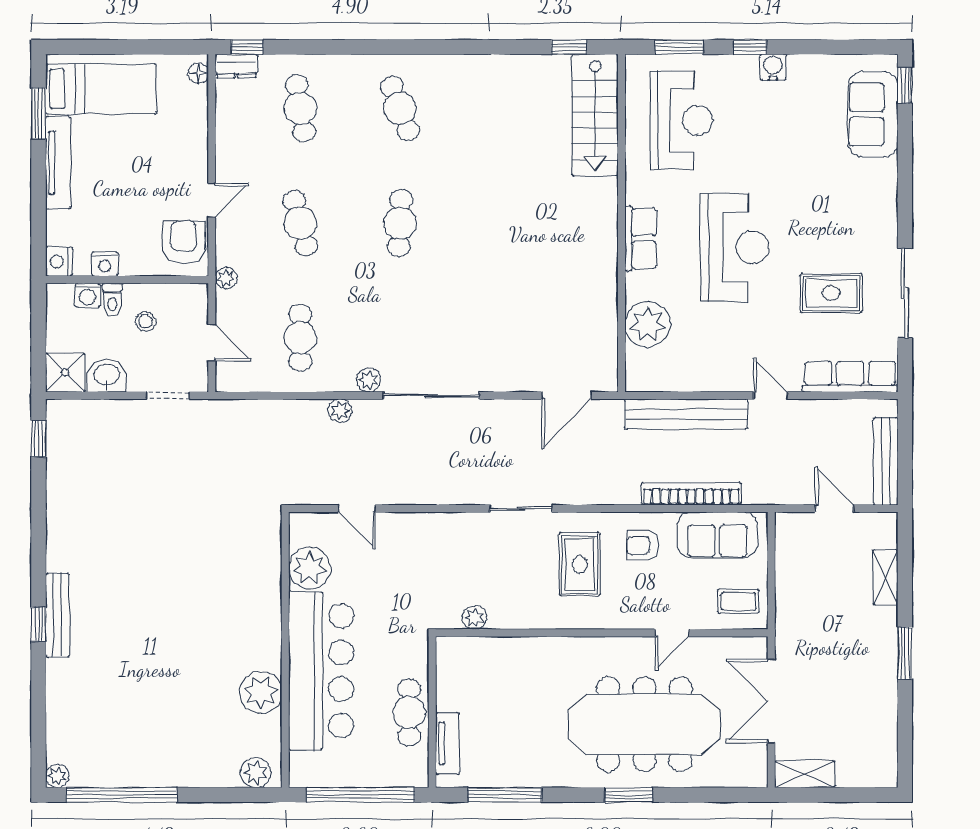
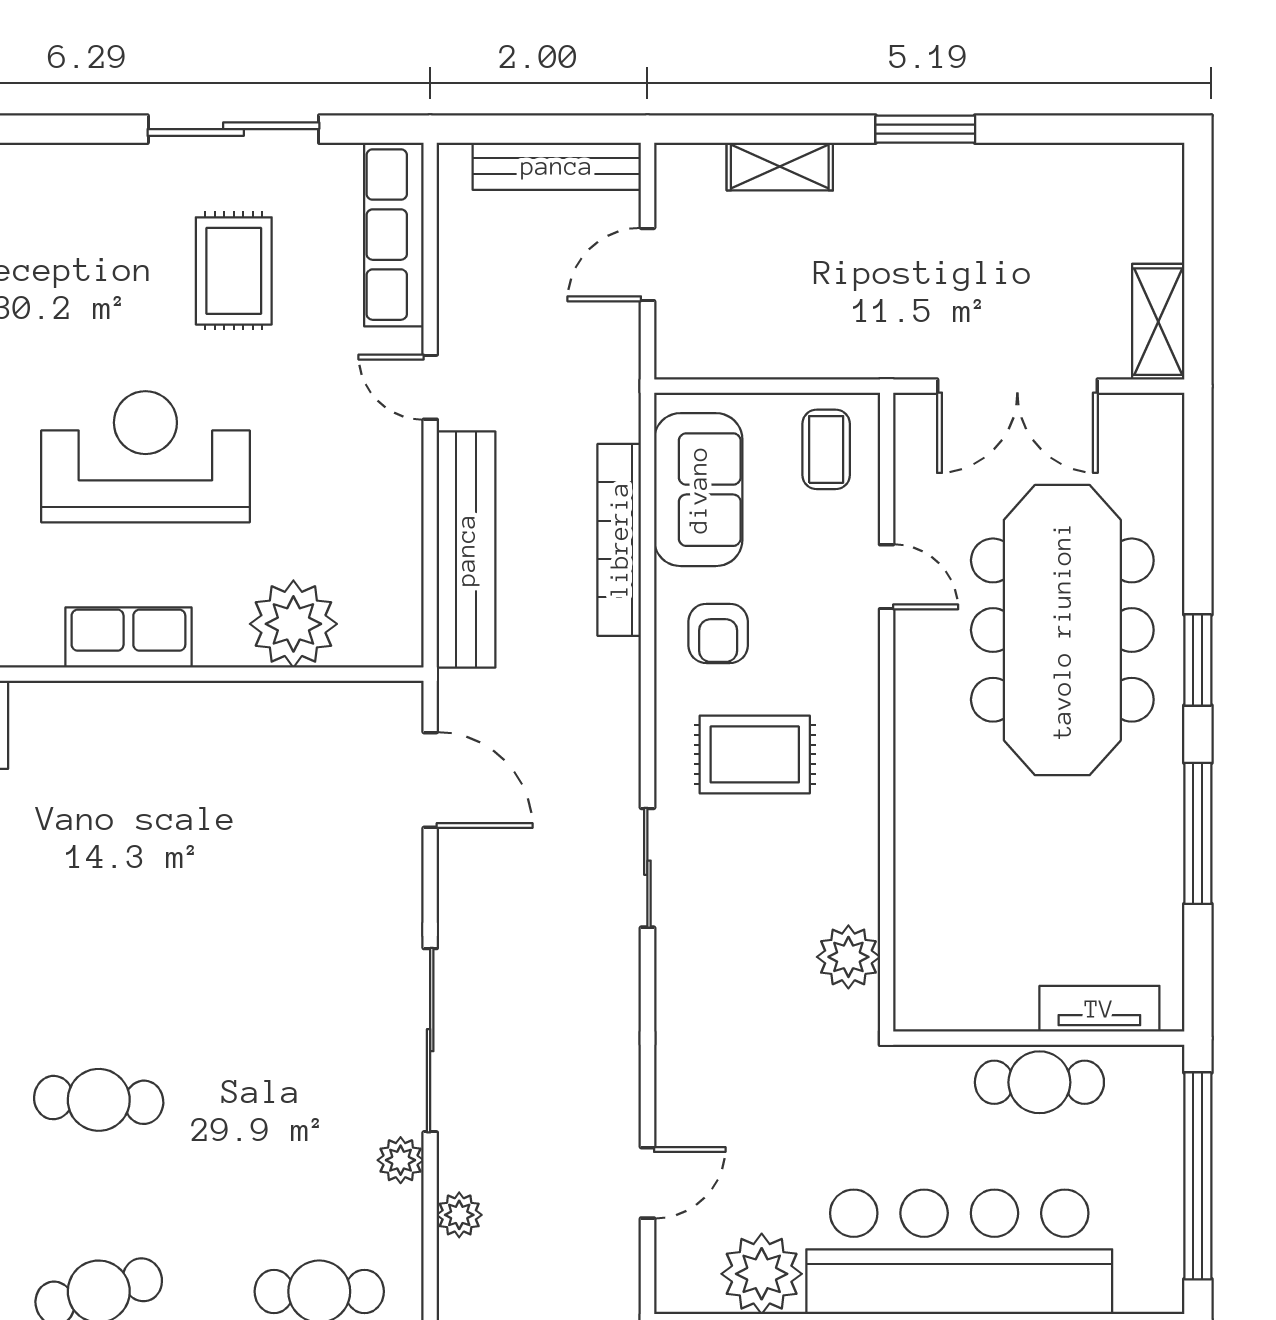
door: (771, 395) -> (430, 387), hinge flipped
plant: (474, 618) -> (848, 957), width x1.38, depth x1.38
window: (505, 795) -> (1198, 833), moved

